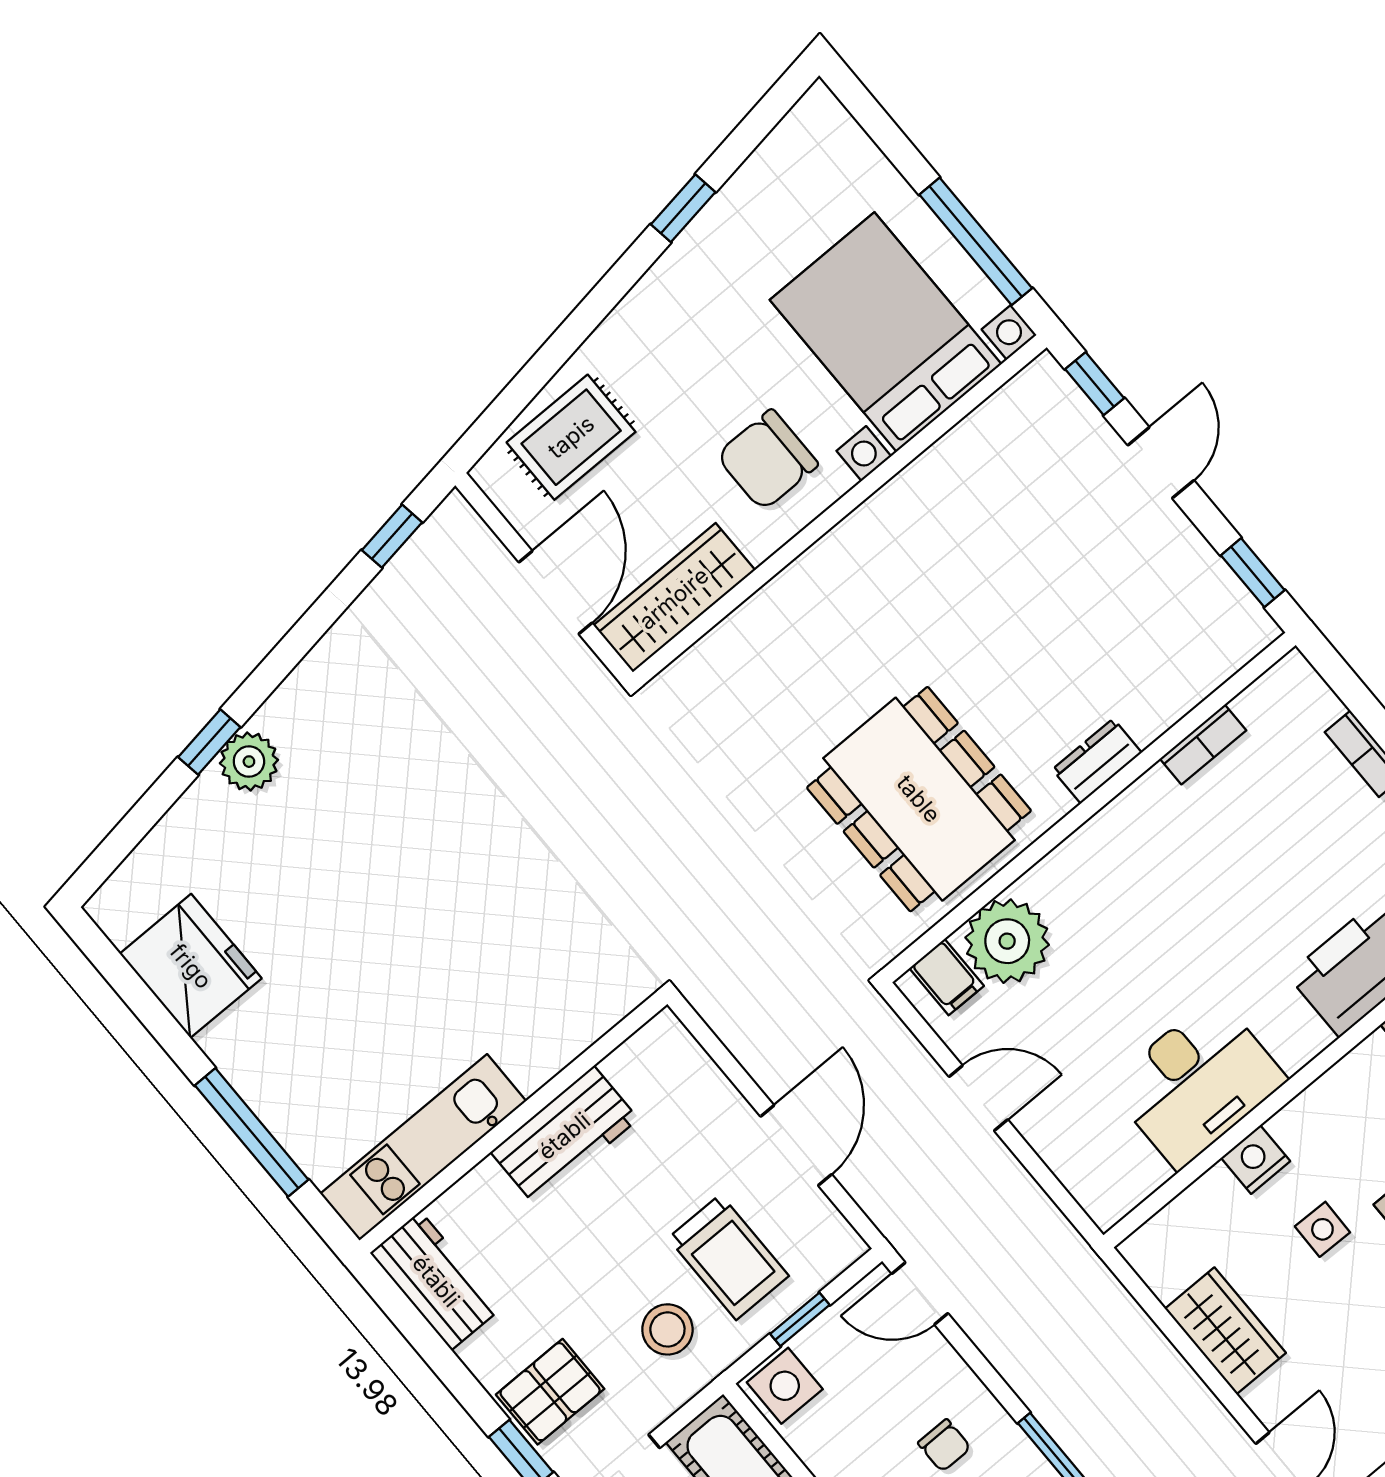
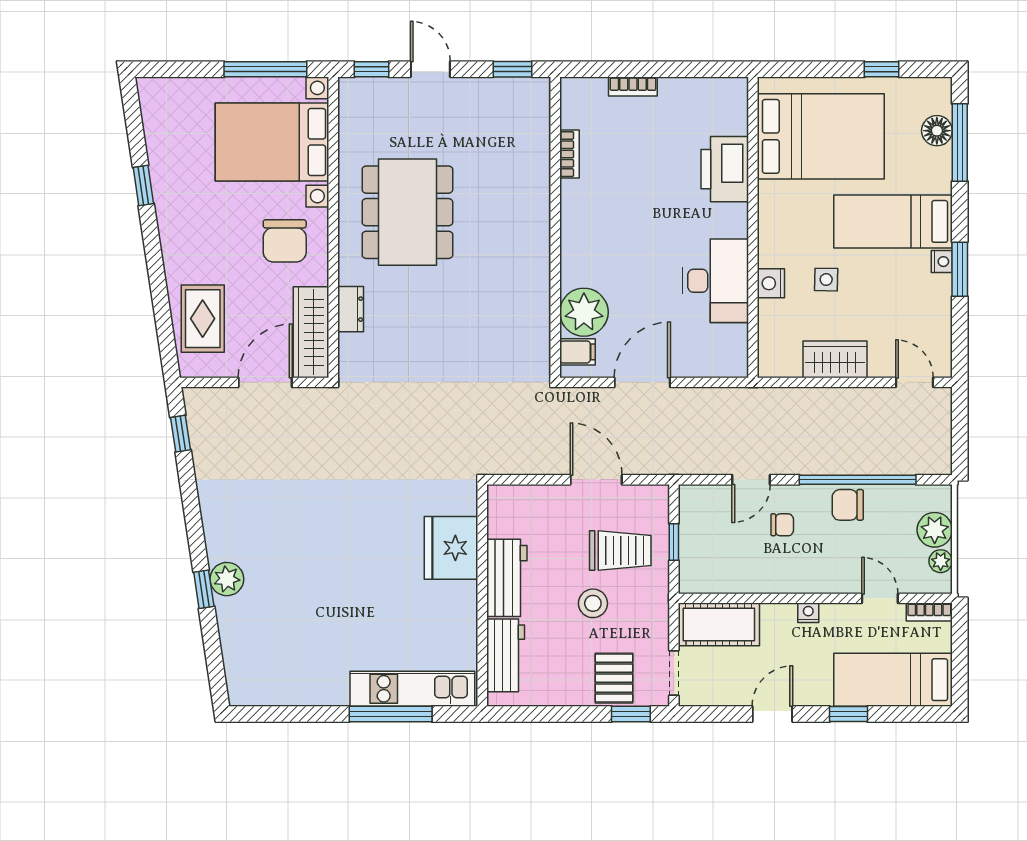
door: (556, 592) -> (265, 382), hinge flipped
dresser: (1097, 761) -> (351, 309), moved, turned 180
dining table: (919, 799) -> (407, 212), moved, turned 90
fridge: (191, 966) -> (451, 548), moved, turned -90
door: (978, 1098) -> (642, 382), width x1.38
kitchen unit: (423, 1147) -> (412, 689), moved, turned 90
workbench: (436, 1281) -> (506, 655), moved, turned 90
door: (920, 1293) -> (751, 480), moved
stool: (667, 1329) -> (593, 603), moved
side table: (785, 1386) -> (697, 573), removed

